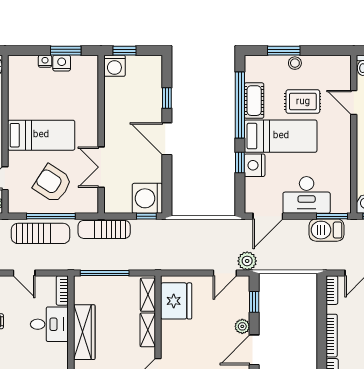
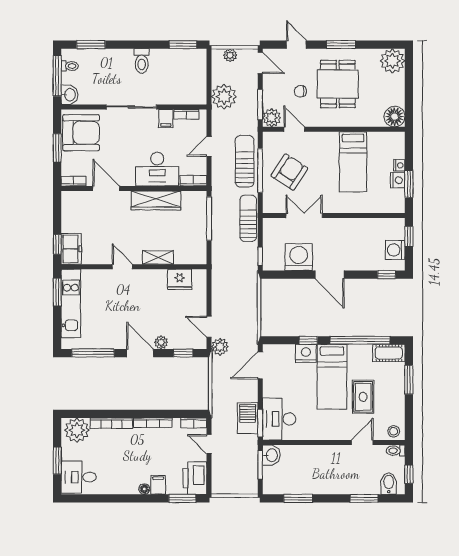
stool: (295, 63) -> (394, 431), moved
washing machine: (114, 66) -> (395, 250), moved
window: (167, 98) -> (387, 275), moved
cot: (254, 101) -> (389, 353), moved
bed: (41, 135) -> (353, 162), moved
door: (167, 139) -> (330, 275), swing flipped
desk: (307, 195) -> (279, 419), moved
washing machine: (147, 198) -> (299, 257), moved
door: (268, 216) -> (260, 365), hinge flipped
sun lounger: (41, 233) -> (245, 161), turned 180
shelving: (148, 295) -> (190, 258), removed
fridge: (176, 301) -> (180, 279), width x0.73, depth x0.75
desk: (49, 324) -> (157, 169), width x1.37

